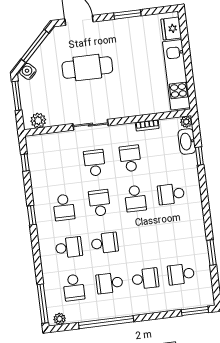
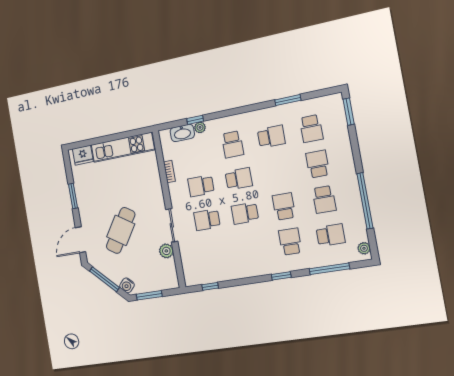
cafe table: (87, 68) -> (121, 230), turned 33
plant: (38, 120) -> (166, 251), moved
plant: (186, 122) -> (200, 127), moved
school desk: (64, 207) -> (271, 137), moved
window: (32, 215) -> (281, 276), moved
window: (43, 304) -> (329, 269), moved

